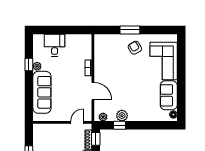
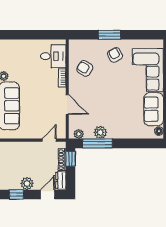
desk: (55, 45) -> (53, 56), moved, turned 90
armchair: (108, 60) -> (85, 68), added
window: (120, 125) -> (98, 143), width x2.17

